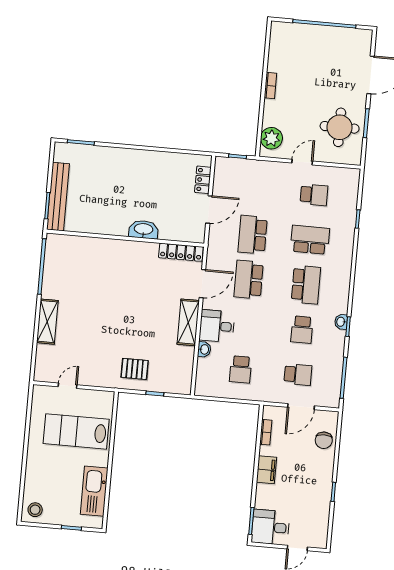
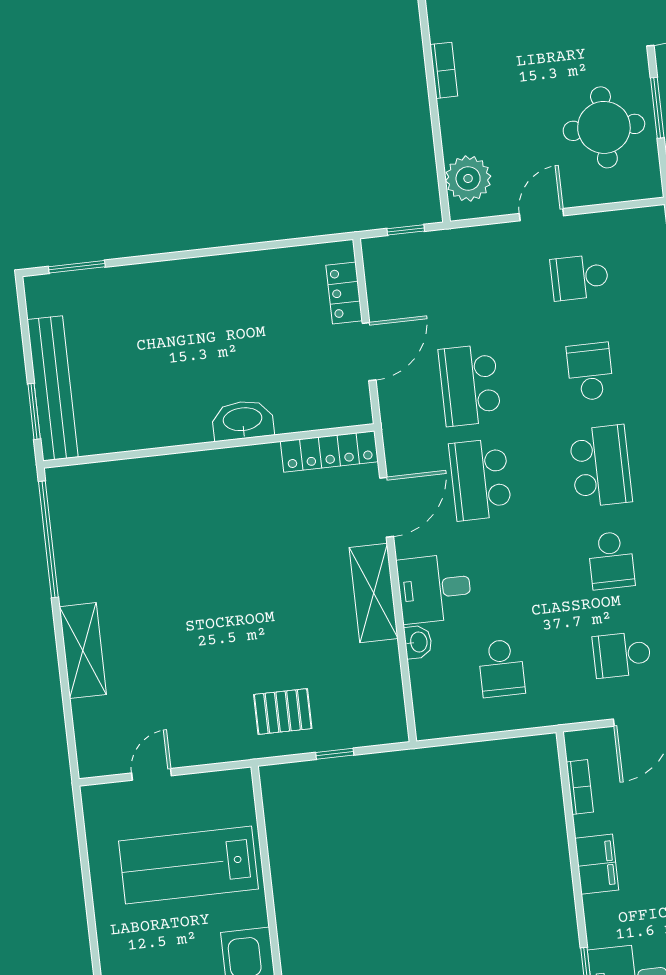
school desk: (314, 195) -> (579, 277), turned 180
school desk: (310, 240) -> (590, 372), width x0.54
school desk: (298, 375) -> (622, 655), turned 180

